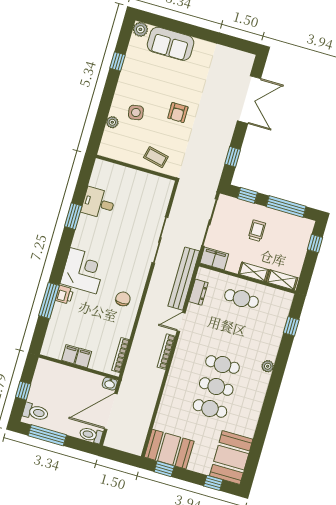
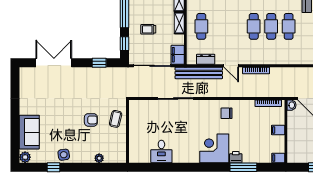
side table: (136, 113) -> (64, 155), moved
armchair: (178, 113) -> (91, 120), moved
window: (73, 216) -> (176, 167), removed
filing cabinet: (70, 354) -> (278, 158), moved

